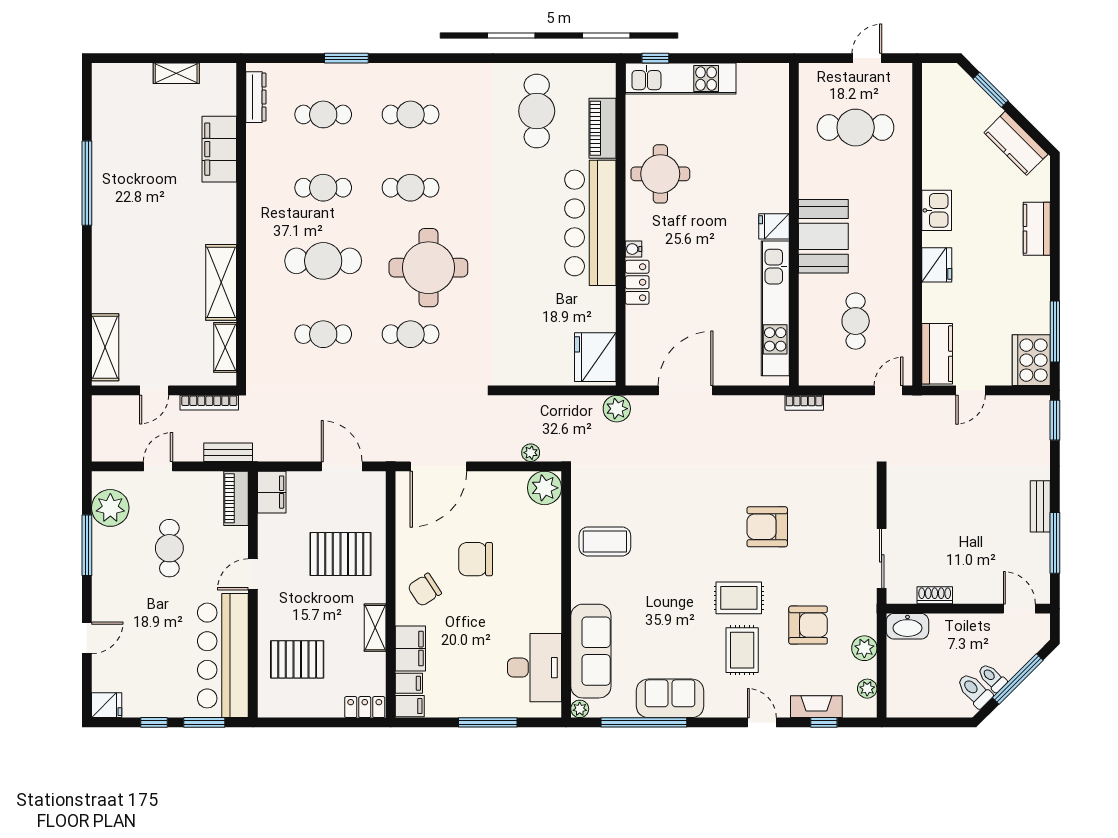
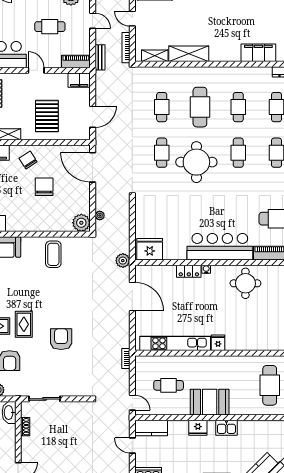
booth: (823, 236) -> (210, 402), moved

